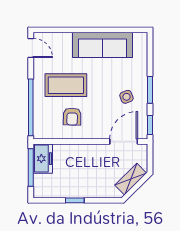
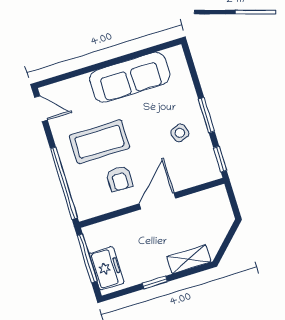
door: (124, 141) -> (157, 201), moved
freezer: (43, 159) -> (106, 268), moved
shelving: (131, 179) -> (189, 259), moved, turned 45

